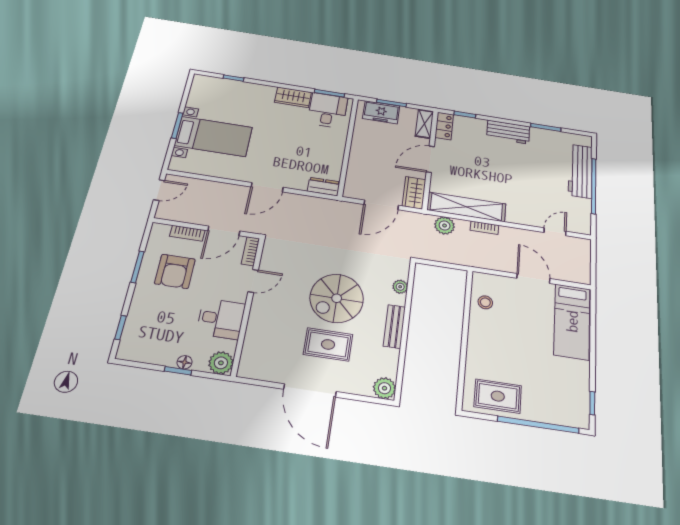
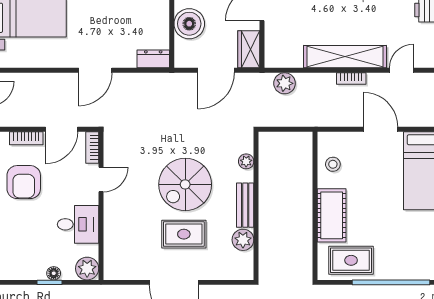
boiler: (362, 164) -> (189, 24), added
shelving: (466, 207) -> (345, 57), moved
bookcase: (484, 228) -> (351, 79), moved
cot: (481, 349) -> (332, 215), added
plant: (384, 388) -> (243, 240), moved

